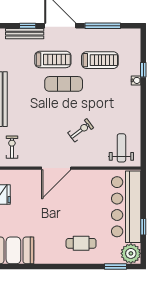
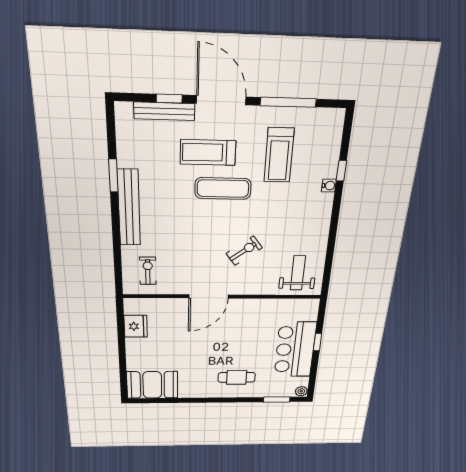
treadmill: (53, 59) -> (208, 152), turned 180
treadmill: (100, 60) -> (279, 155), turned 90
bar counter: (126, 207) -> (295, 350), width x0.73
window: (143, 227) -> (318, 342), moved
plant: (131, 253) -> (301, 391), width x0.53, depth x0.53

